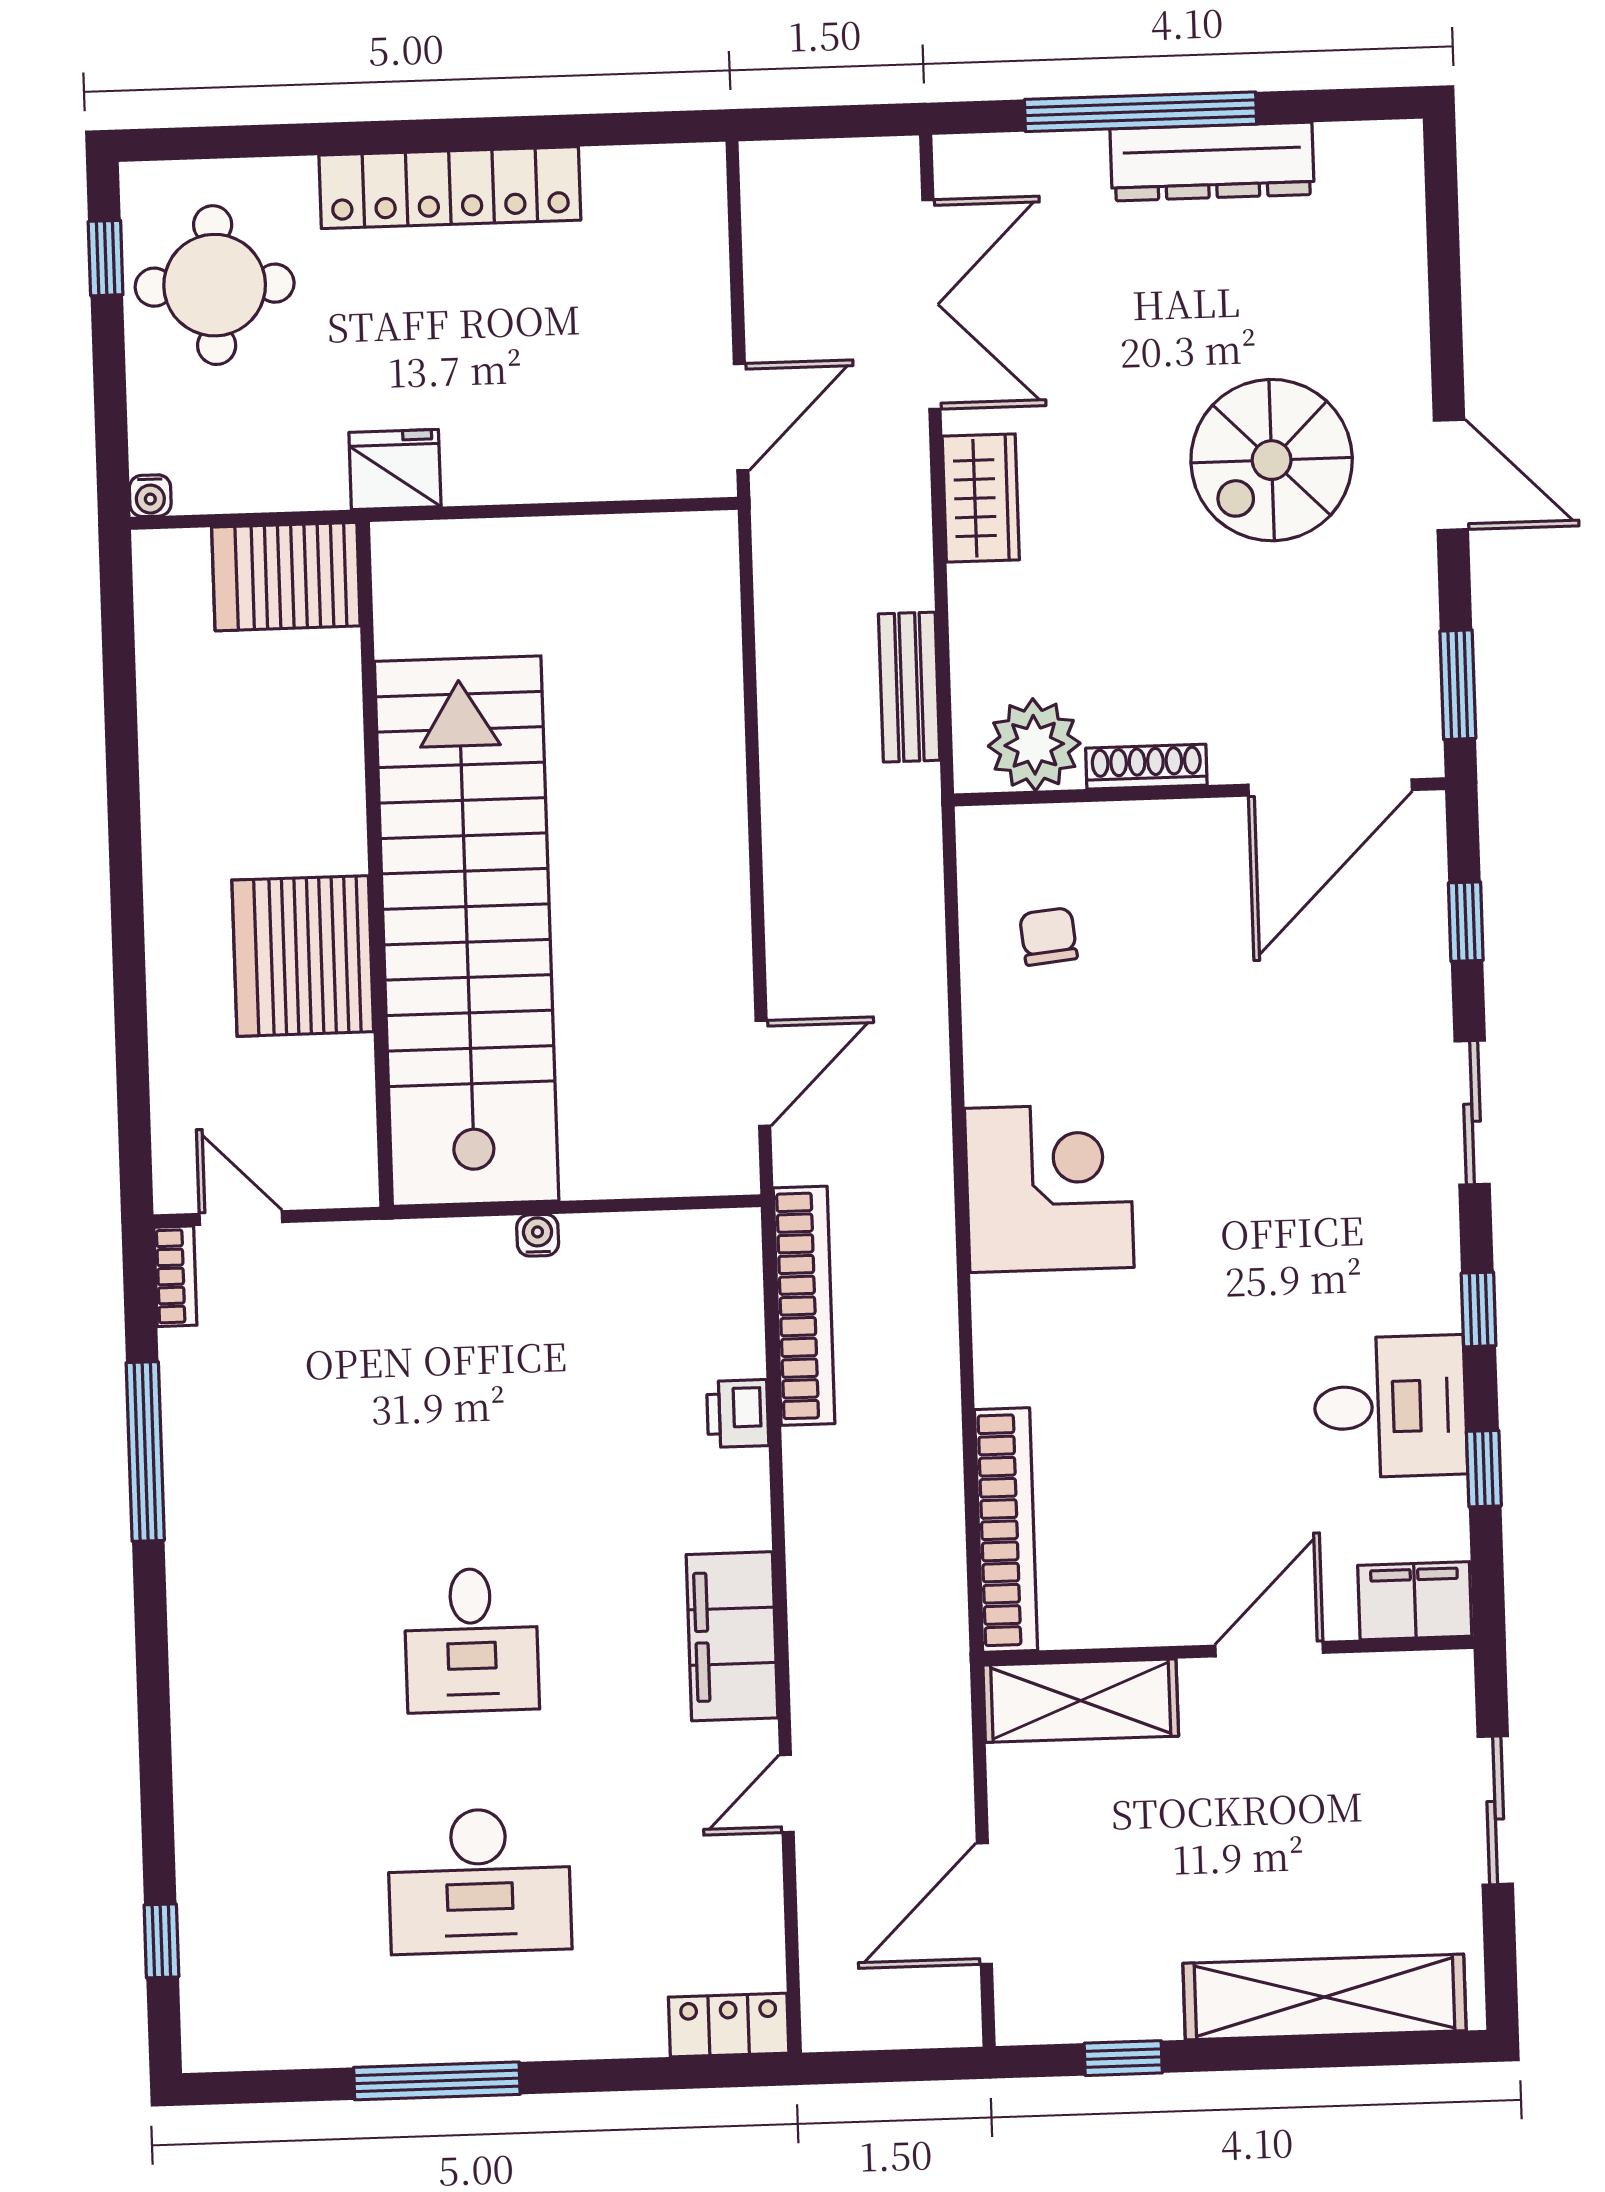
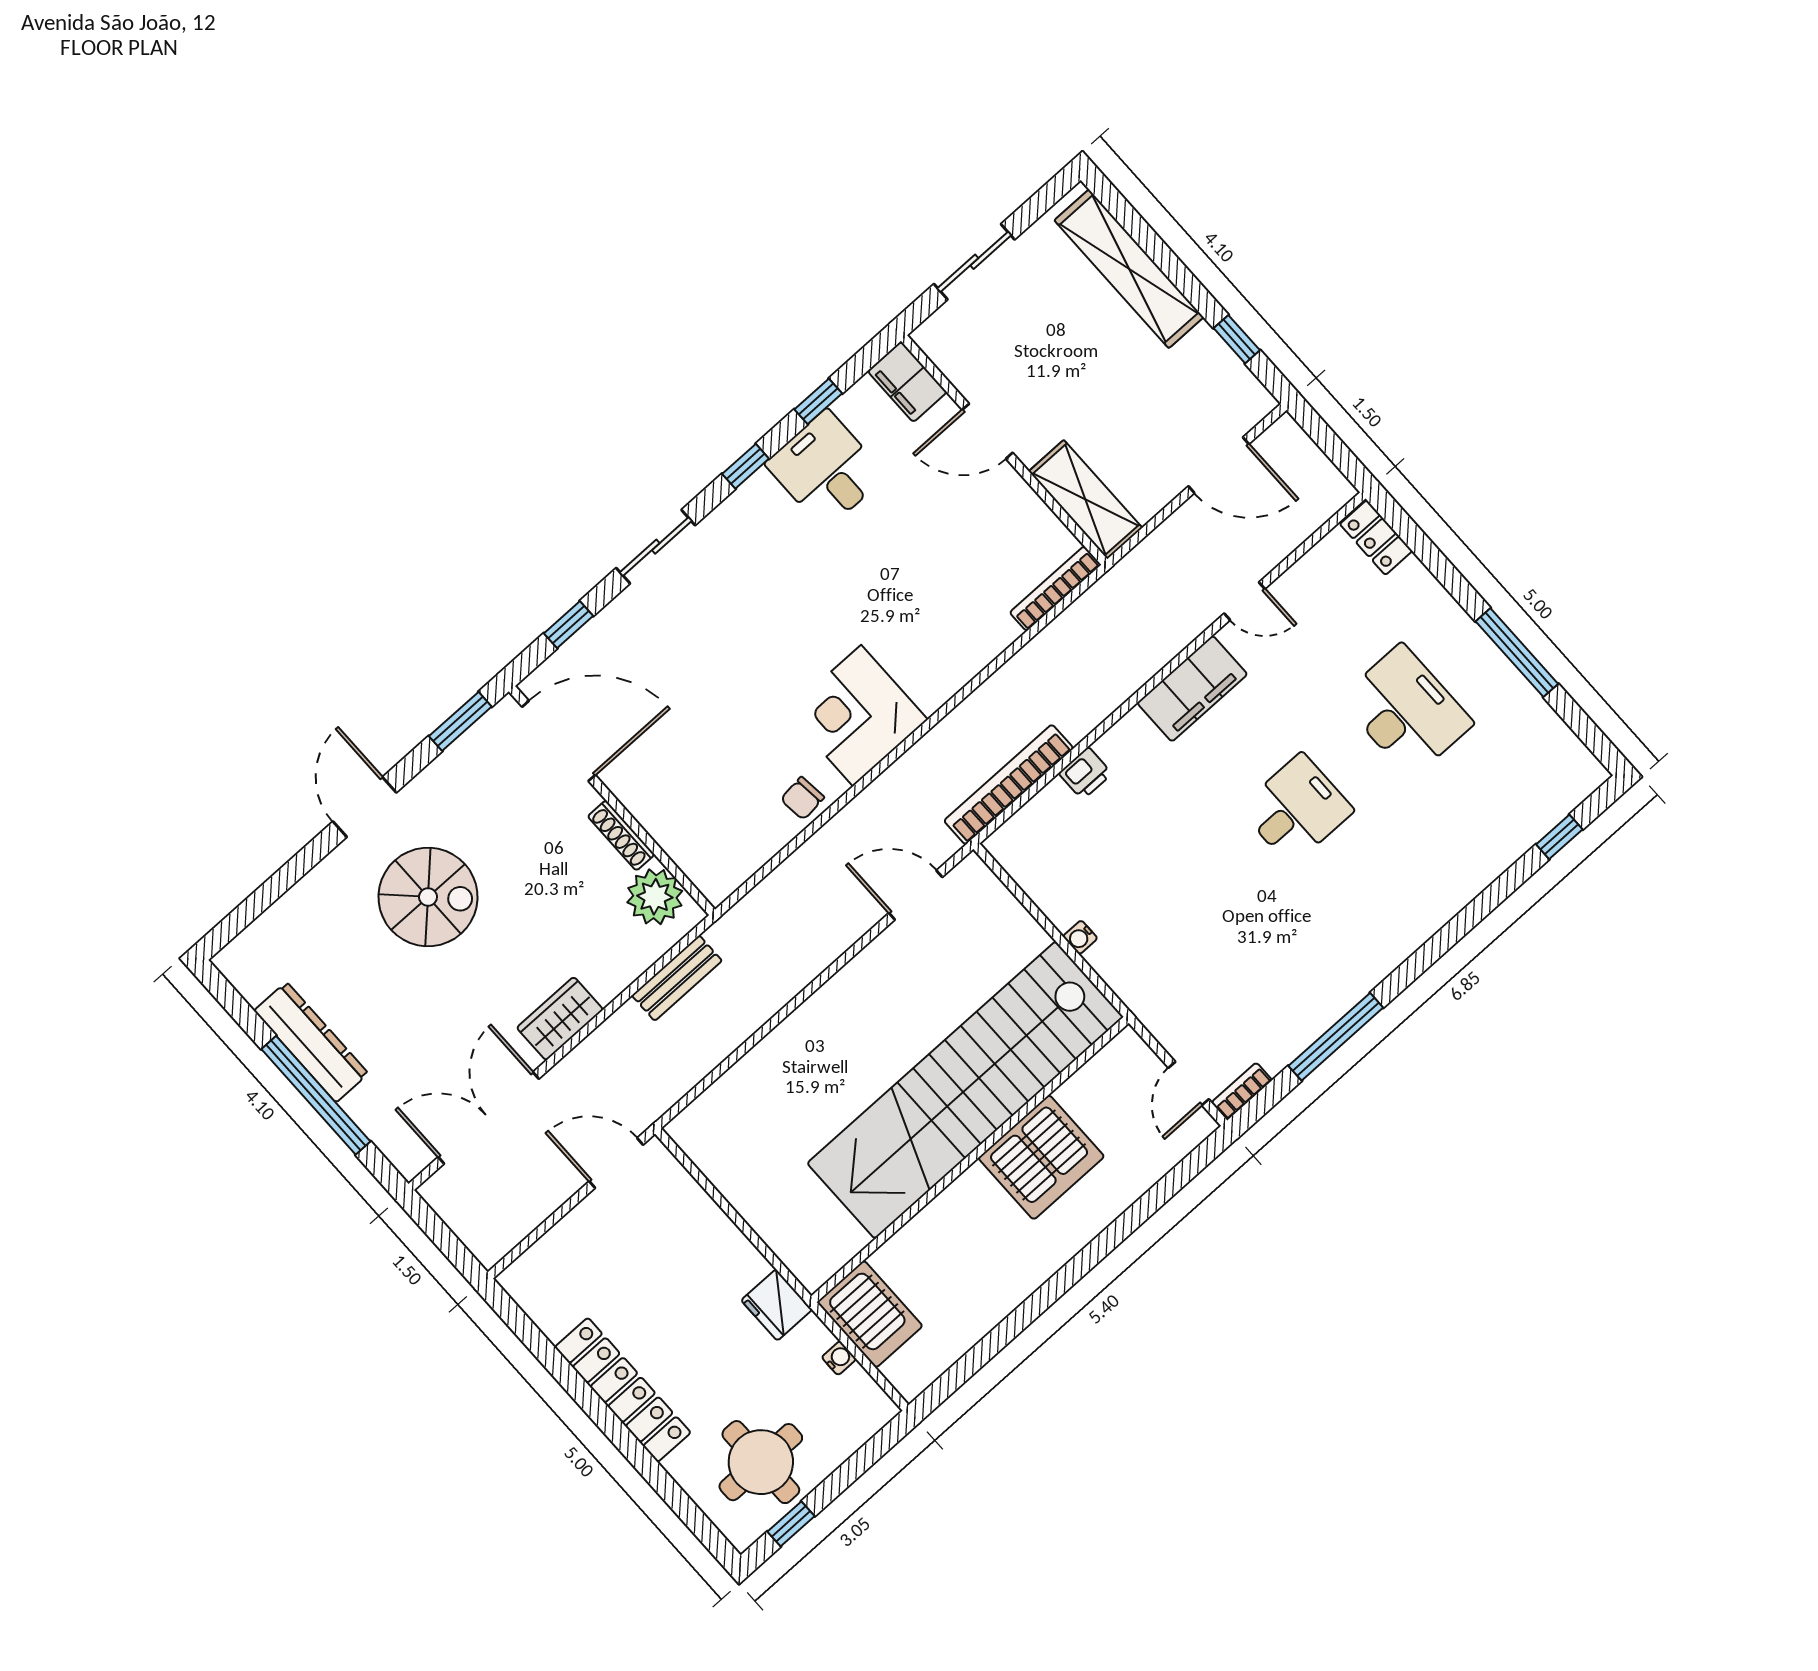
water cooler: (150, 496) -> (839, 1358), moved
chair: (1048, 936) -> (802, 798), moved
bookcase: (1006, 1530) -> (1055, 589), width x0.68, depth x0.76

